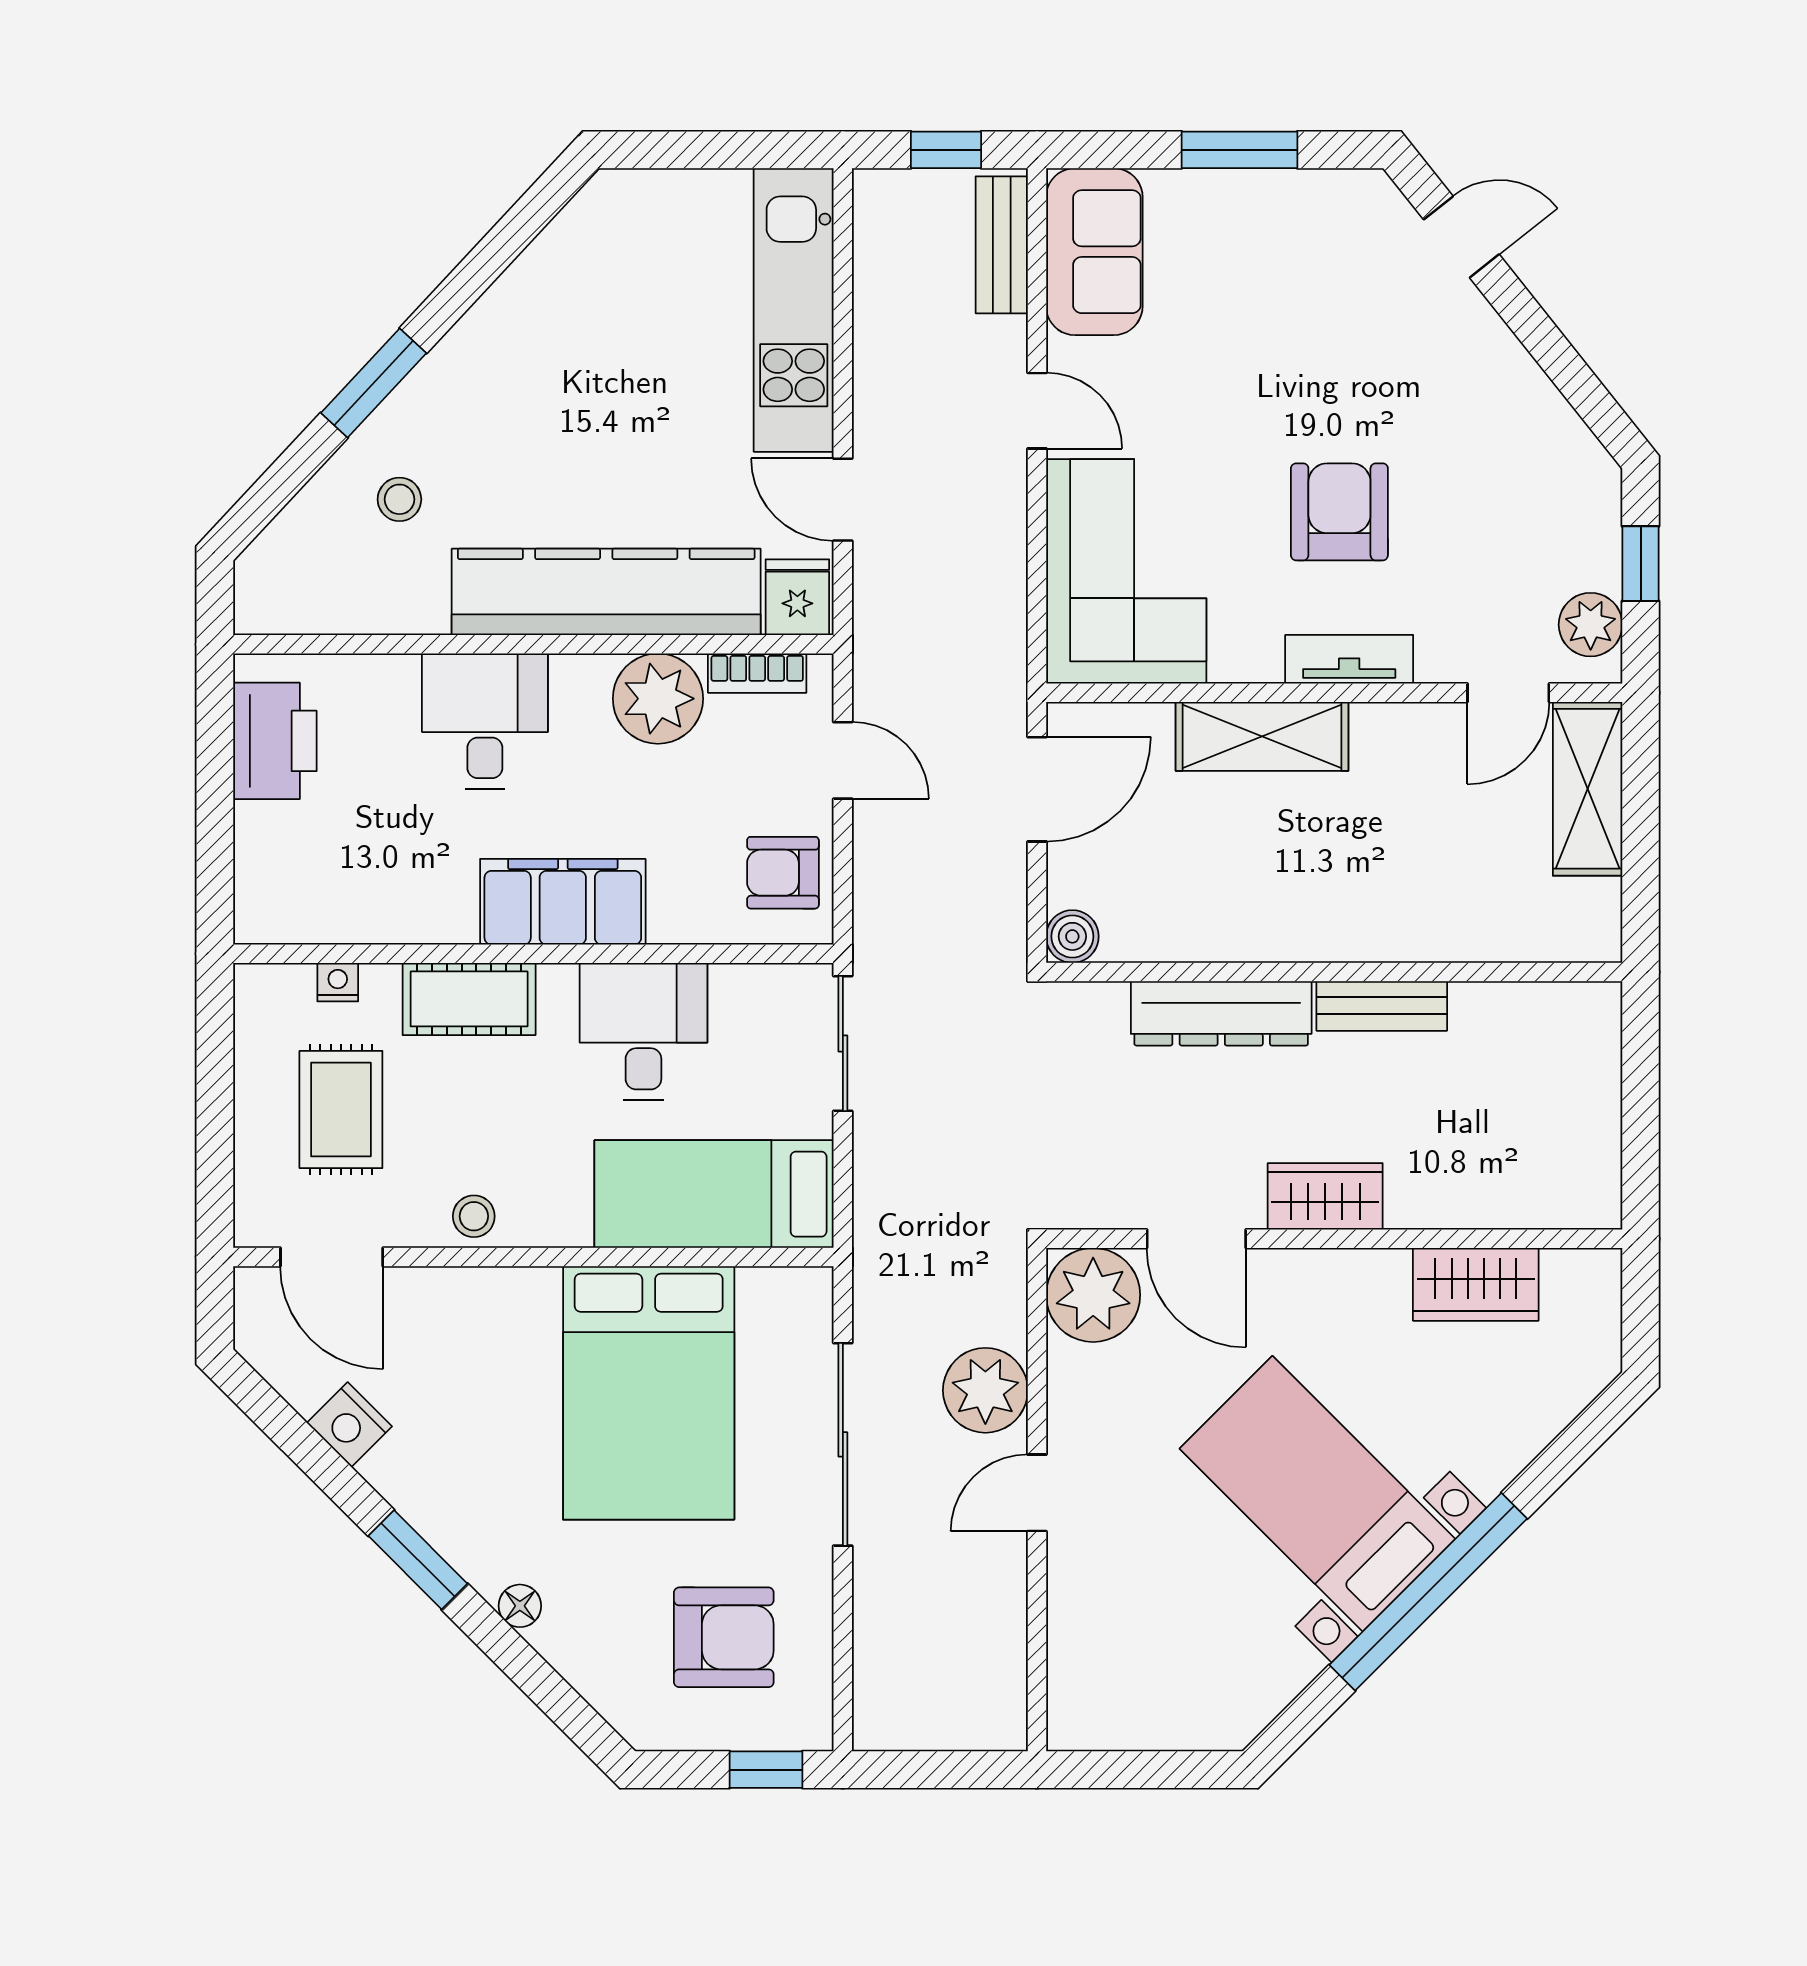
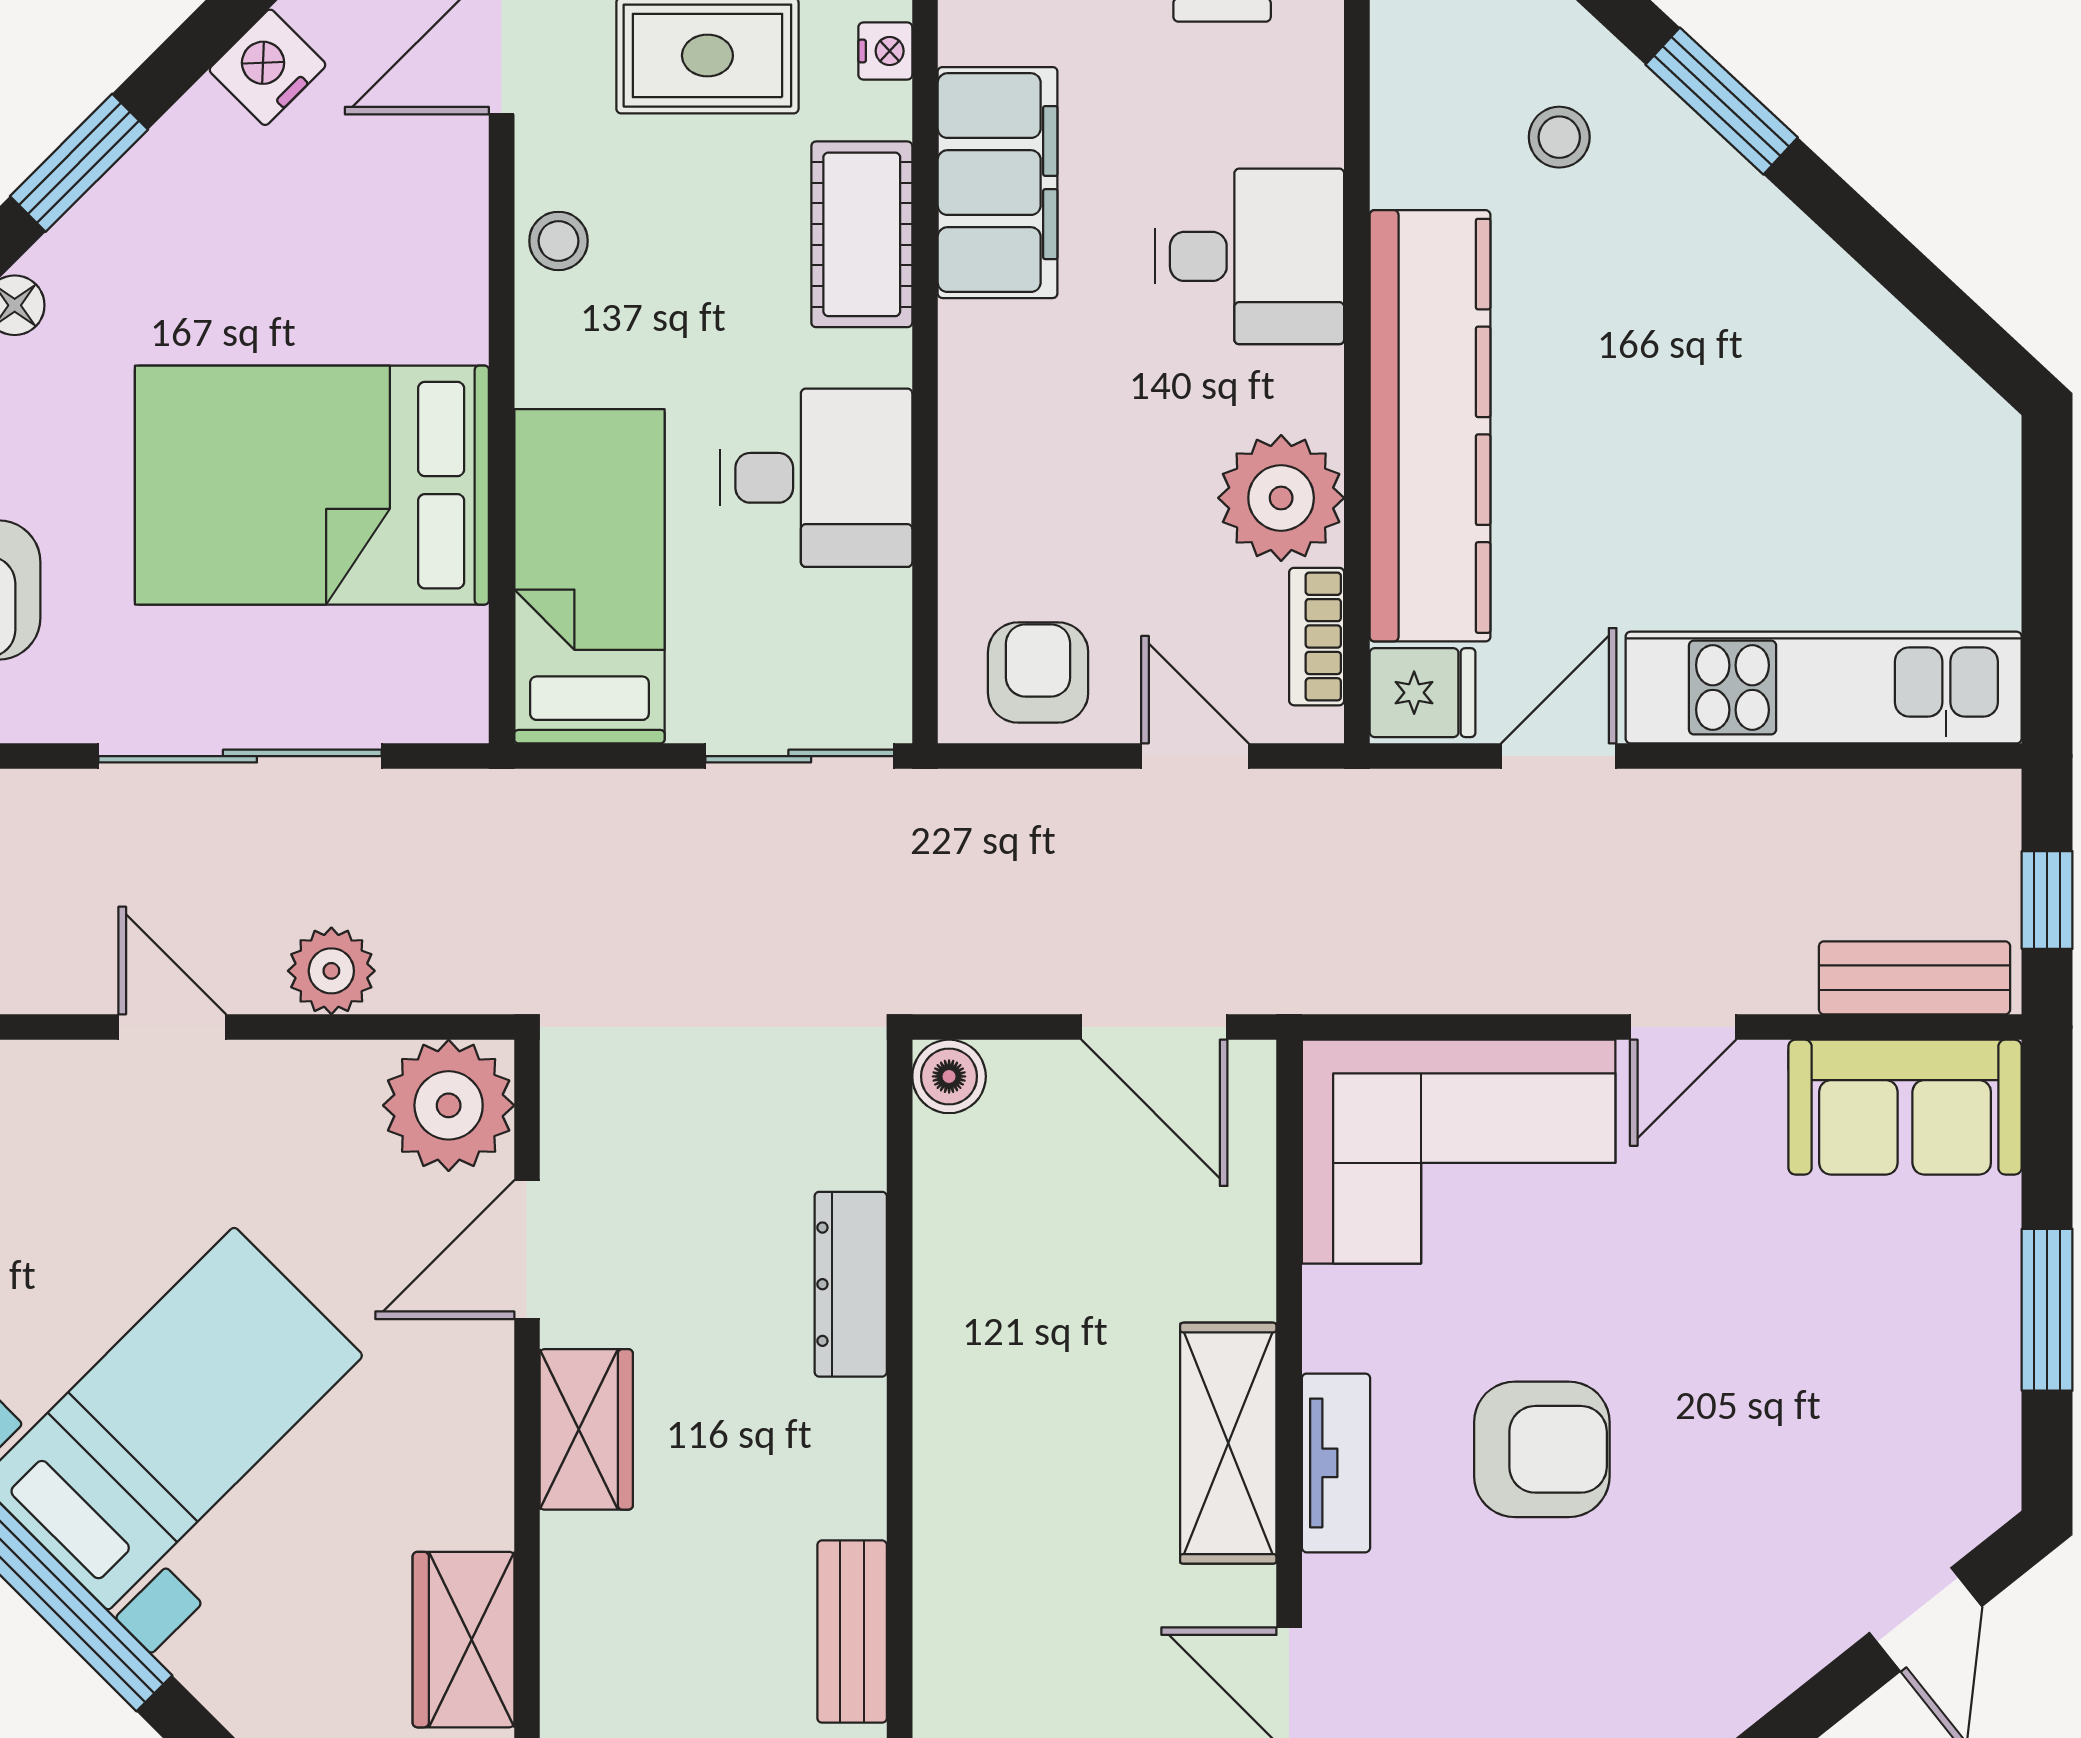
shelving: (1262, 736) -> (1228, 1443), moved
door: (843, 760) -> (1195, 756), swing flipped
filing cabinet: (563, 902) -> (998, 183), moved
bench: (1382, 1006) -> (852, 1632), moved
dresser: (1221, 1013) -> (851, 1284), width x0.73, depth x0.80
plant: (985, 1390) -> (331, 971), width x0.73, depth x0.73

